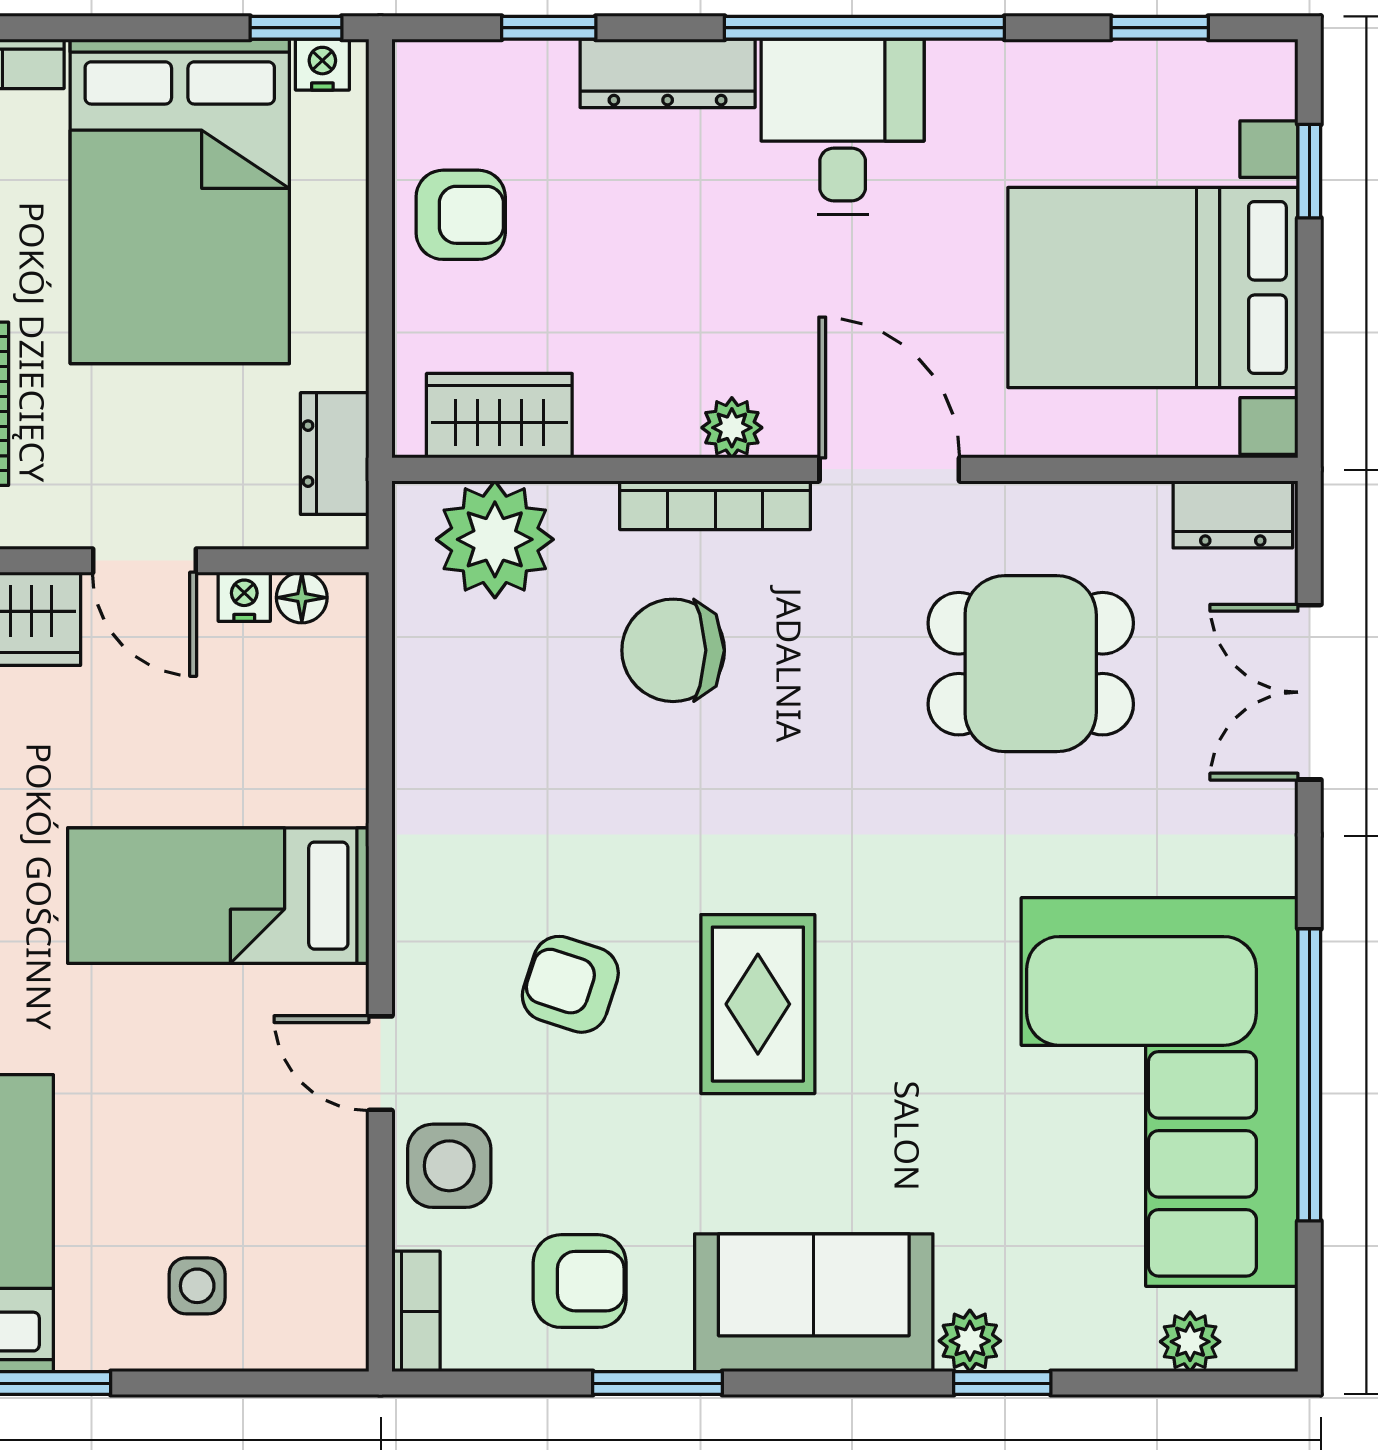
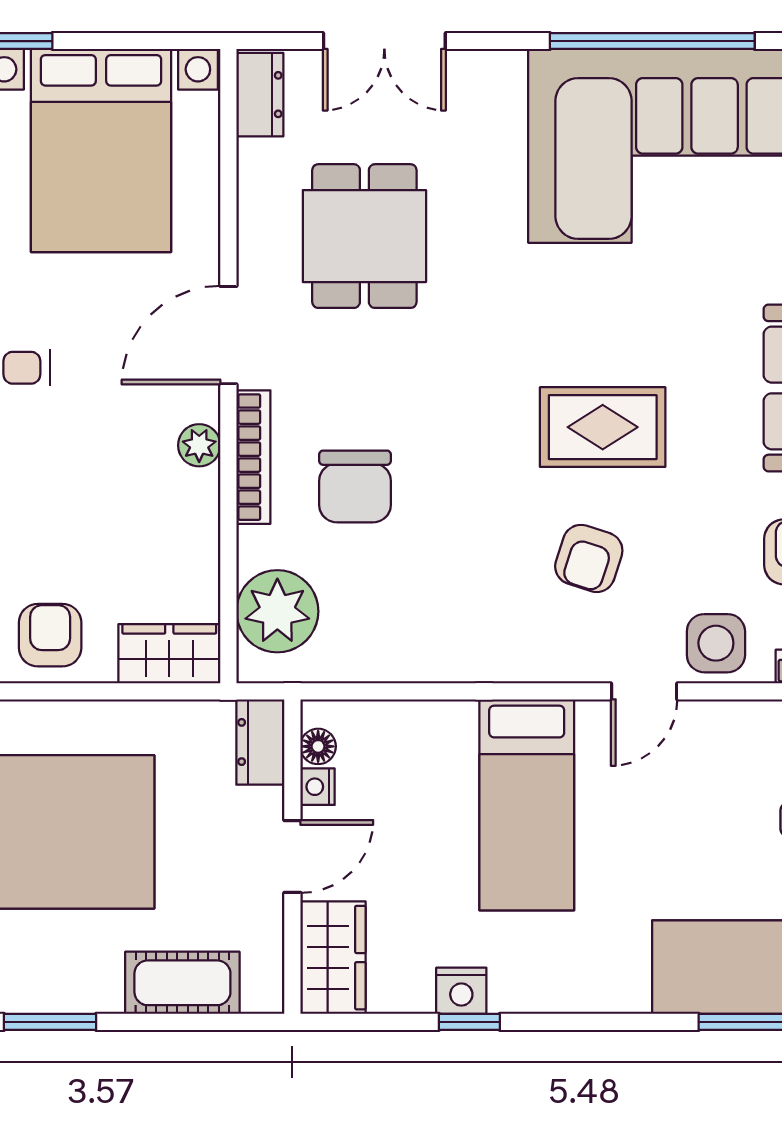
wardrobe: (499, 416) -> (169, 654), moved, turned 90
dresser: (335, 454) -> (260, 742), moved, turned 90

